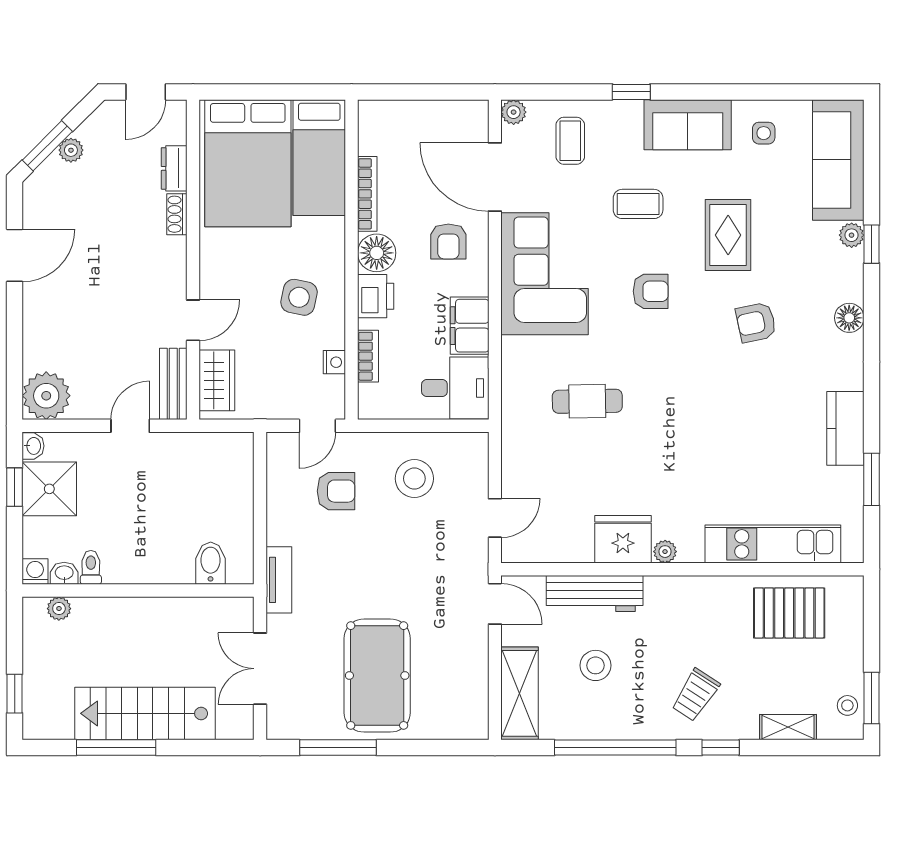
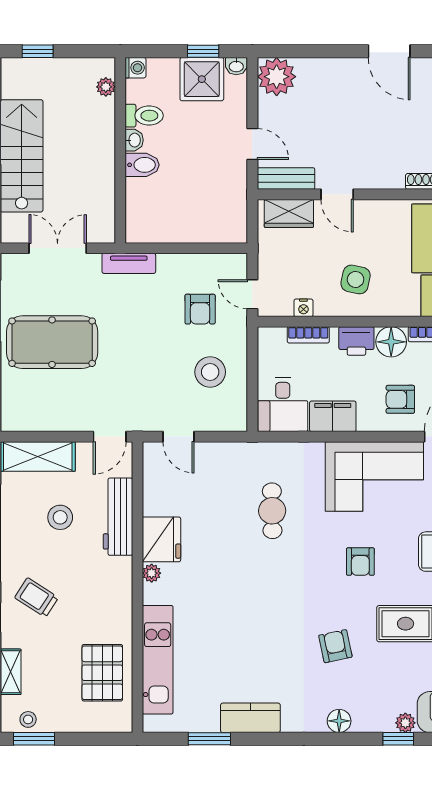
bidet: (211, 563) -> (142, 165), moved
toilet: (91, 567) -> (144, 116), width x1.37, depth x1.39
washbasin: (64, 573) -> (134, 140), moved

